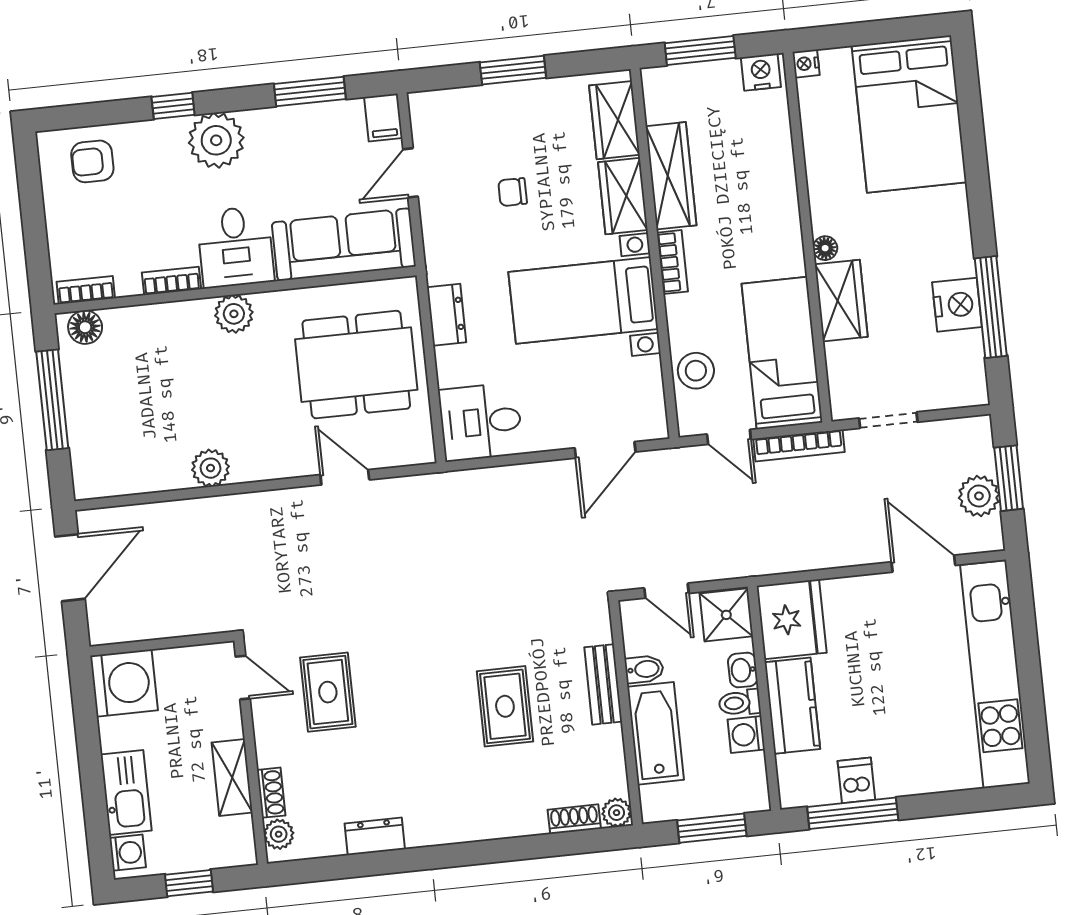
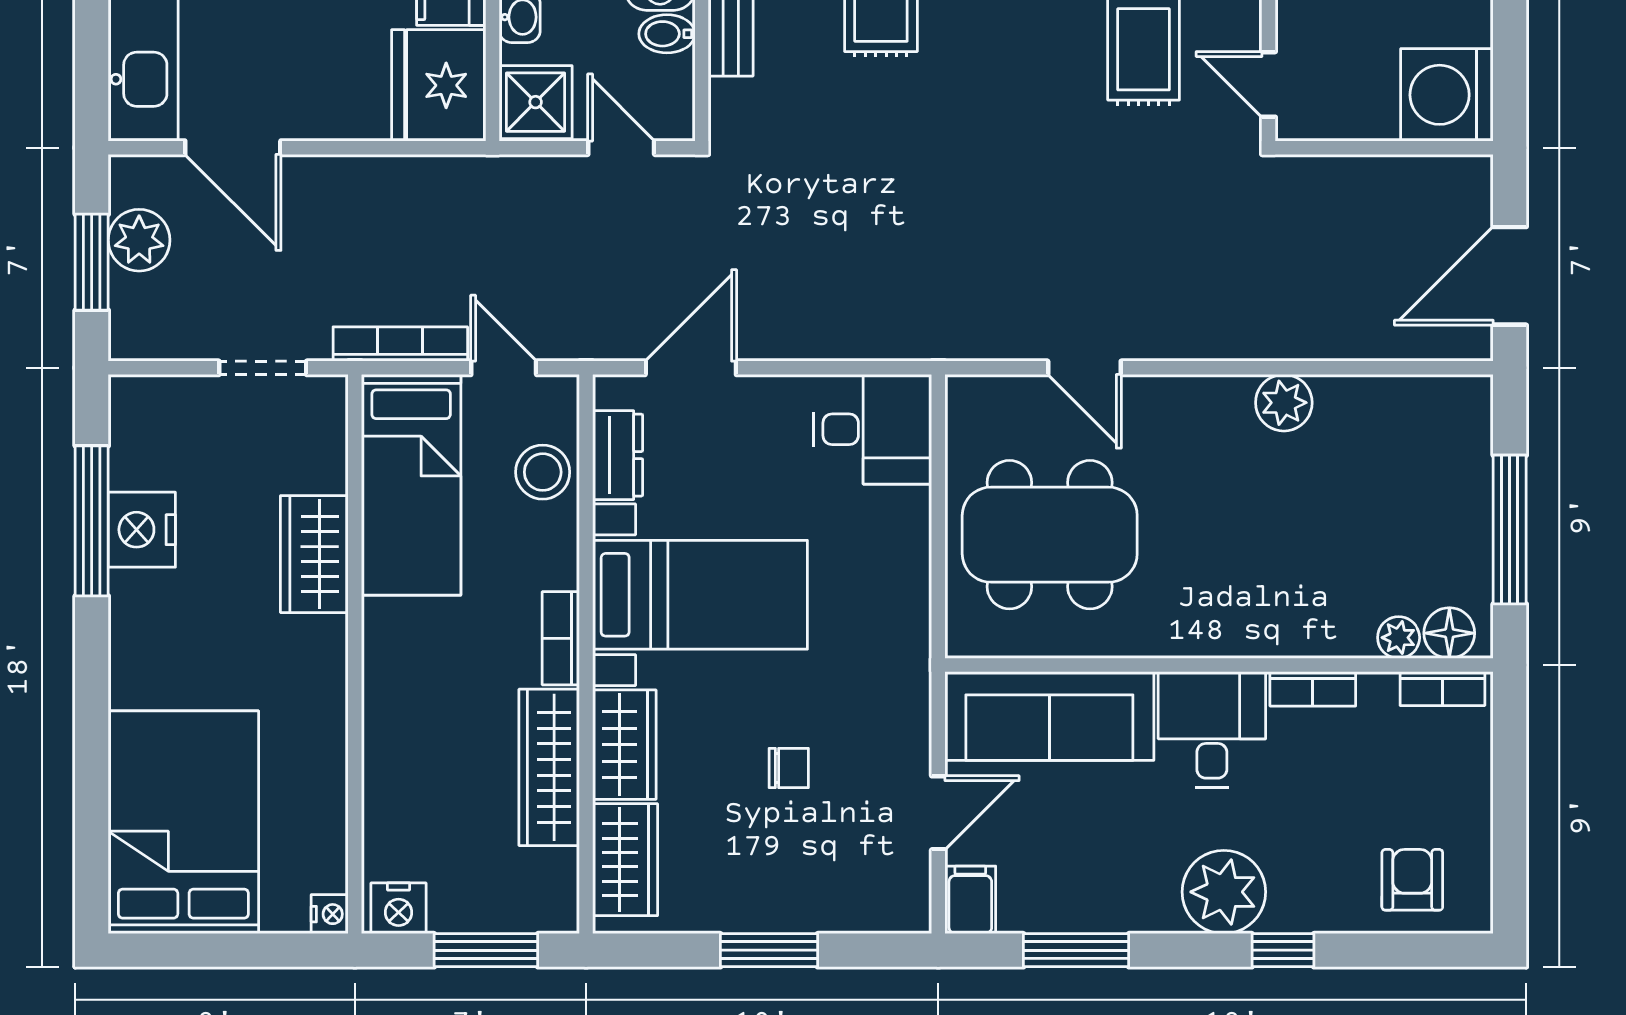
armchair: (92, 161) -> (1412, 880), turned -90
floor lamp: (825, 248) -> (330, 635), removed
plant: (234, 314) -> (1399, 638), moved, width x0.73, depth x0.73
dresser: (447, 315) -> (618, 455), moved, turned 180

